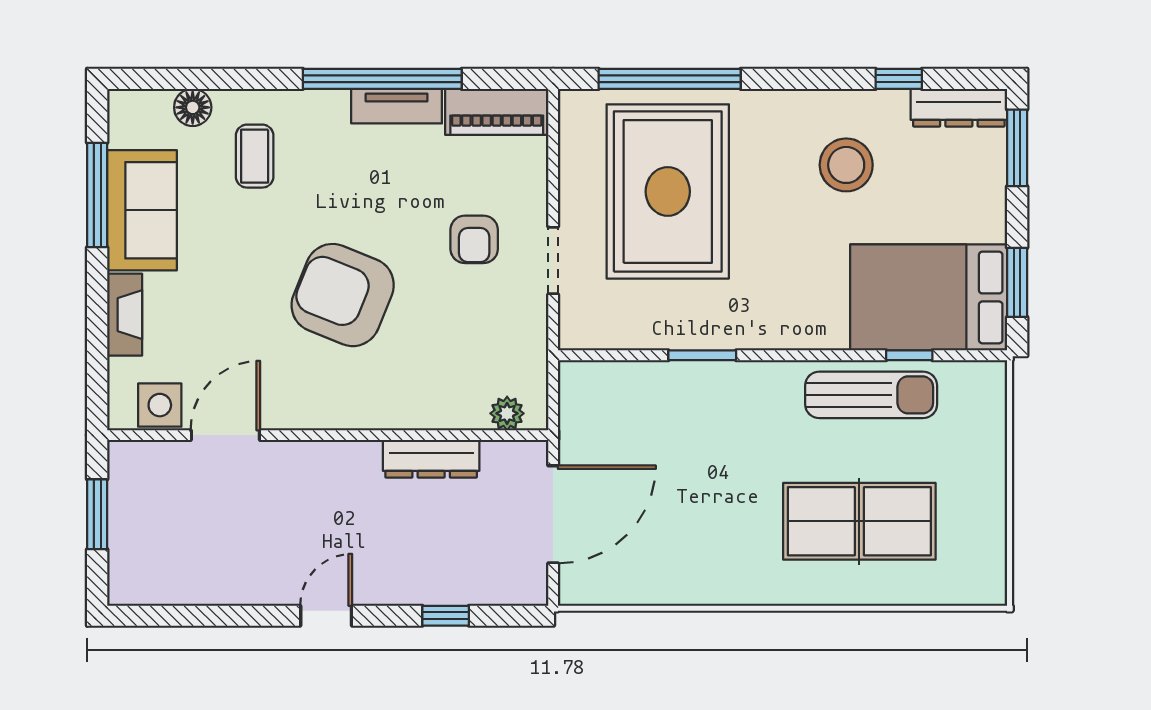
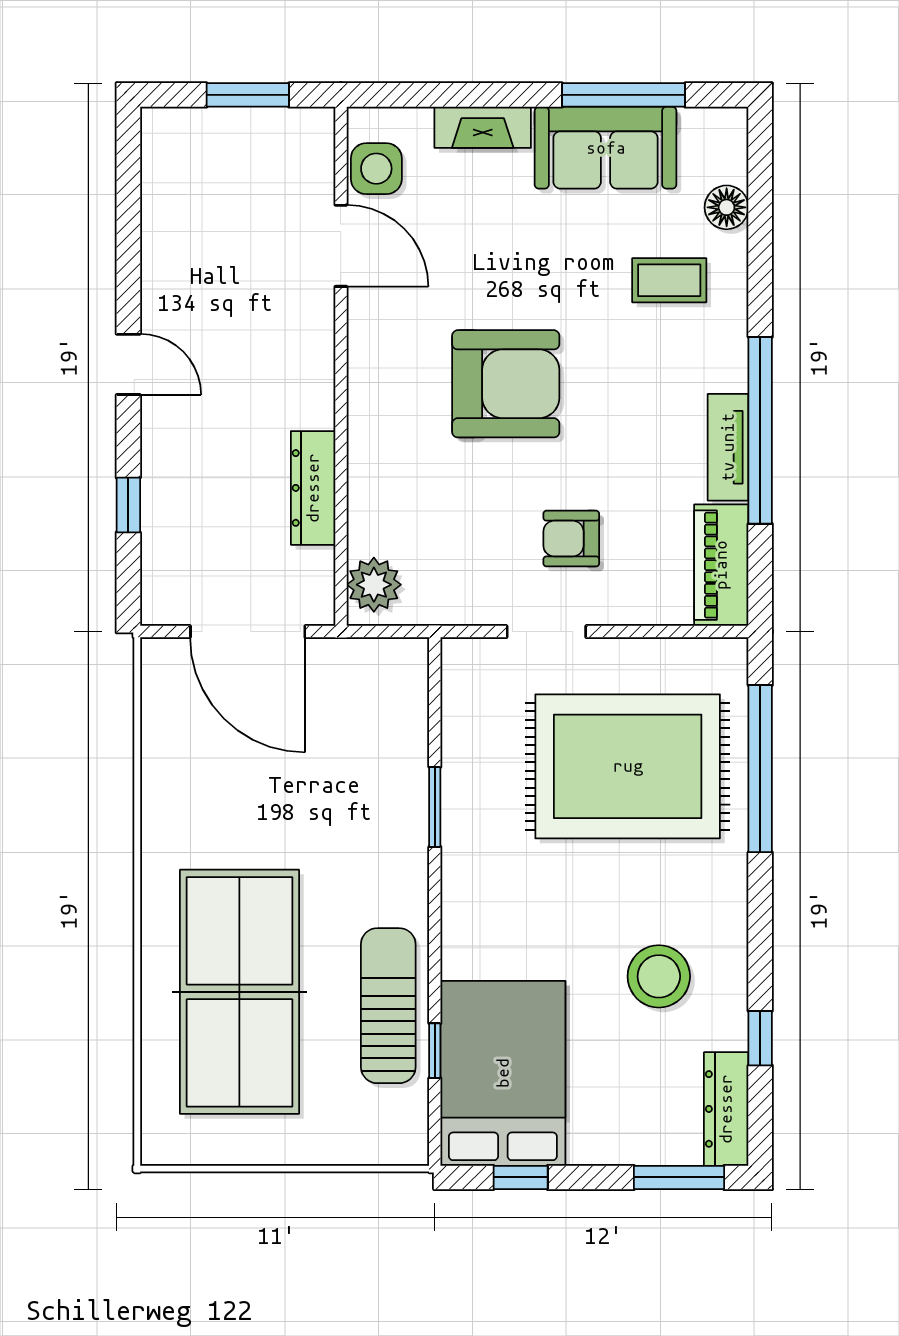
window: (1017, 282) -> (521, 1177), width x0.67
armchair: (343, 295) -> (506, 384), turned 68
sun lounger: (871, 395) -> (388, 1006), turned 180
plant: (507, 413) -> (374, 585), width x1.38, depth x1.38
table tennis table: (859, 521) -> (239, 992), width x1.36, depth x1.32

